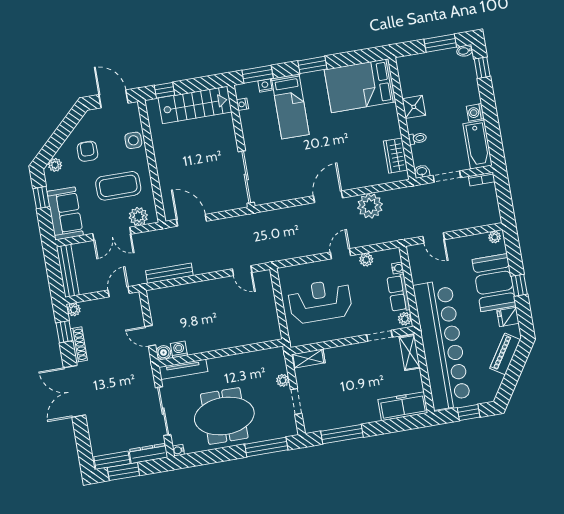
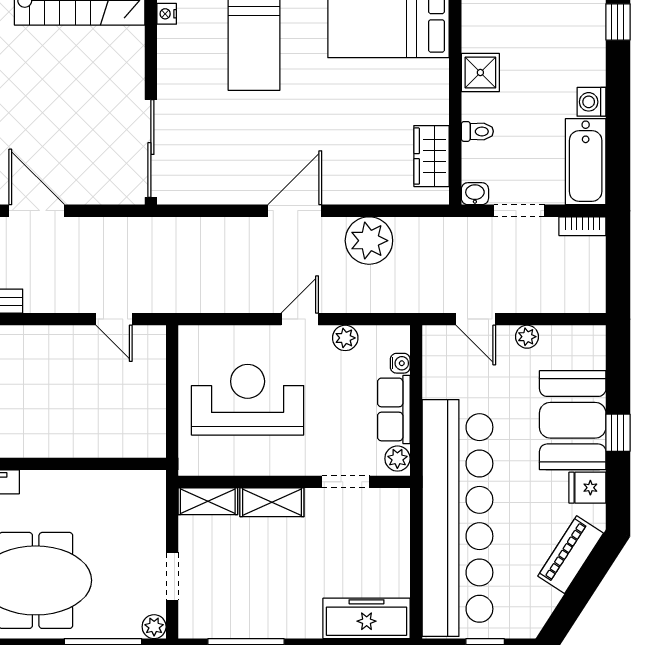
plant: (495, 237) -> (527, 337), moved
shelving: (410, 352) -> (272, 502), moved, turned 90
plant: (283, 380) -> (154, 627), moved

